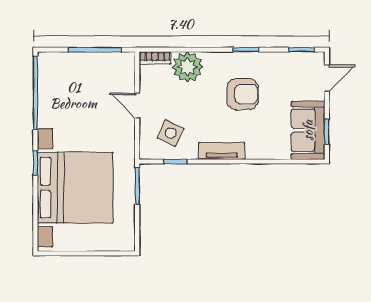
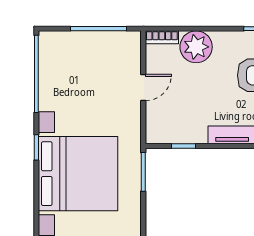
door: (137, 106) -> (143, 88), swing flipped
side table: (171, 133) -> (178, 116), removed

